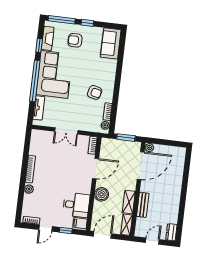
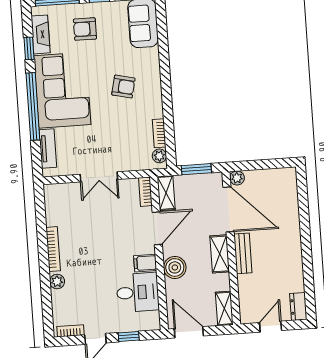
armchair: (95, 92) -> (123, 87), moved
shelving: (105, 148) -> (166, 193), added
door: (141, 166) -> (228, 209), hinge flipped
shelving: (129, 202) -> (220, 254), moved
bench: (143, 205) -> (243, 253), moved
filing cabinet: (80, 223) -> (145, 263), moved
door: (102, 235) -> (189, 332), hinge flipped

